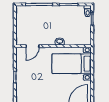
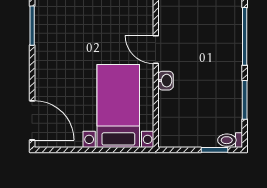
door: (33, 46) -> (156, 50), moved

